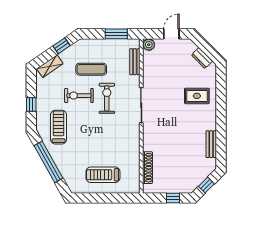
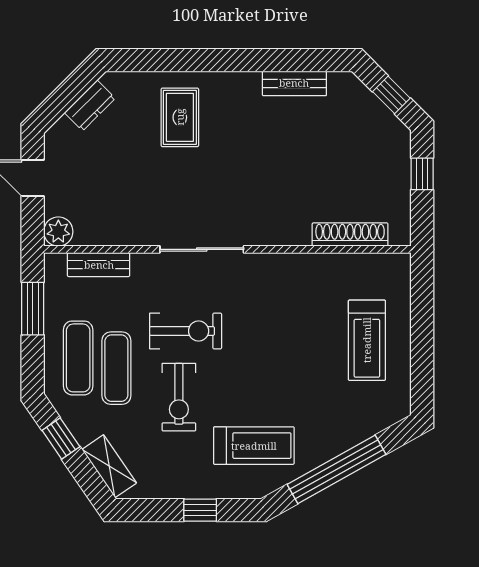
exercise mat: (95, 53) -> (78, 358), added
exercise bike: (107, 98) -> (186, 331), turned 180
treadmill: (59, 127) -> (254, 446), turned 180

